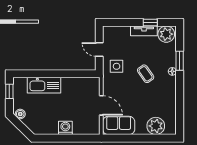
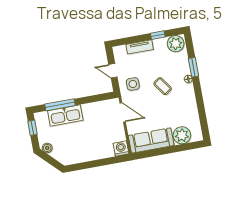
tv unit: (144, 31) -> (140, 47), moved
window: (41, 74) -> (60, 105), added
door: (101, 105) -> (123, 112), moved
sofa: (119, 125) -> (151, 140), width x1.36
washing machine: (65, 128) -> (121, 148), moved

